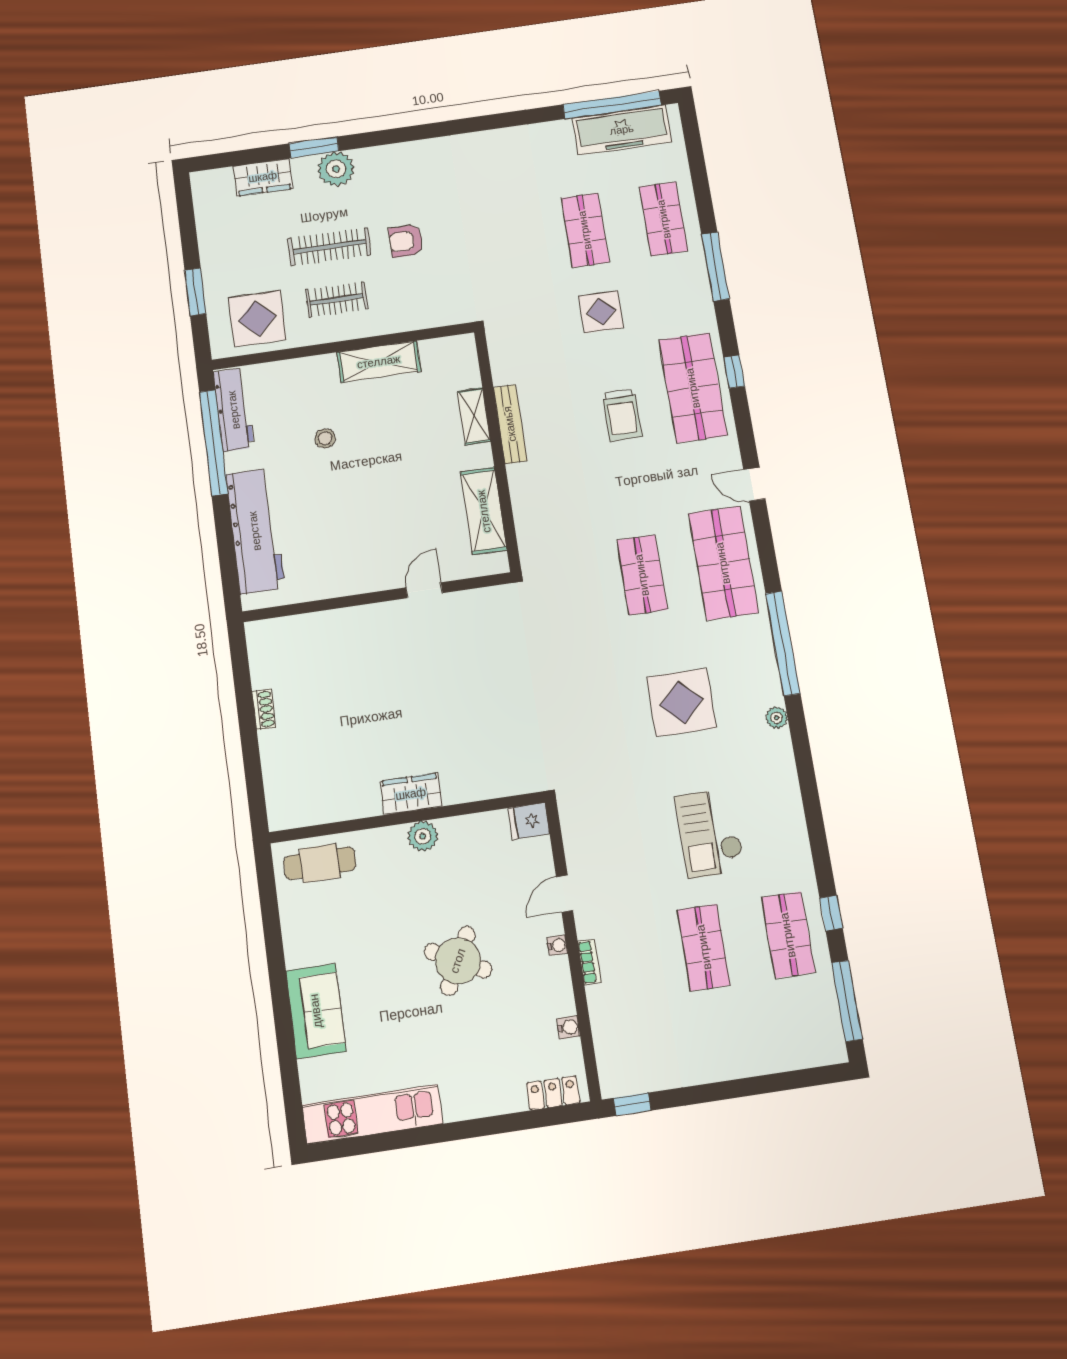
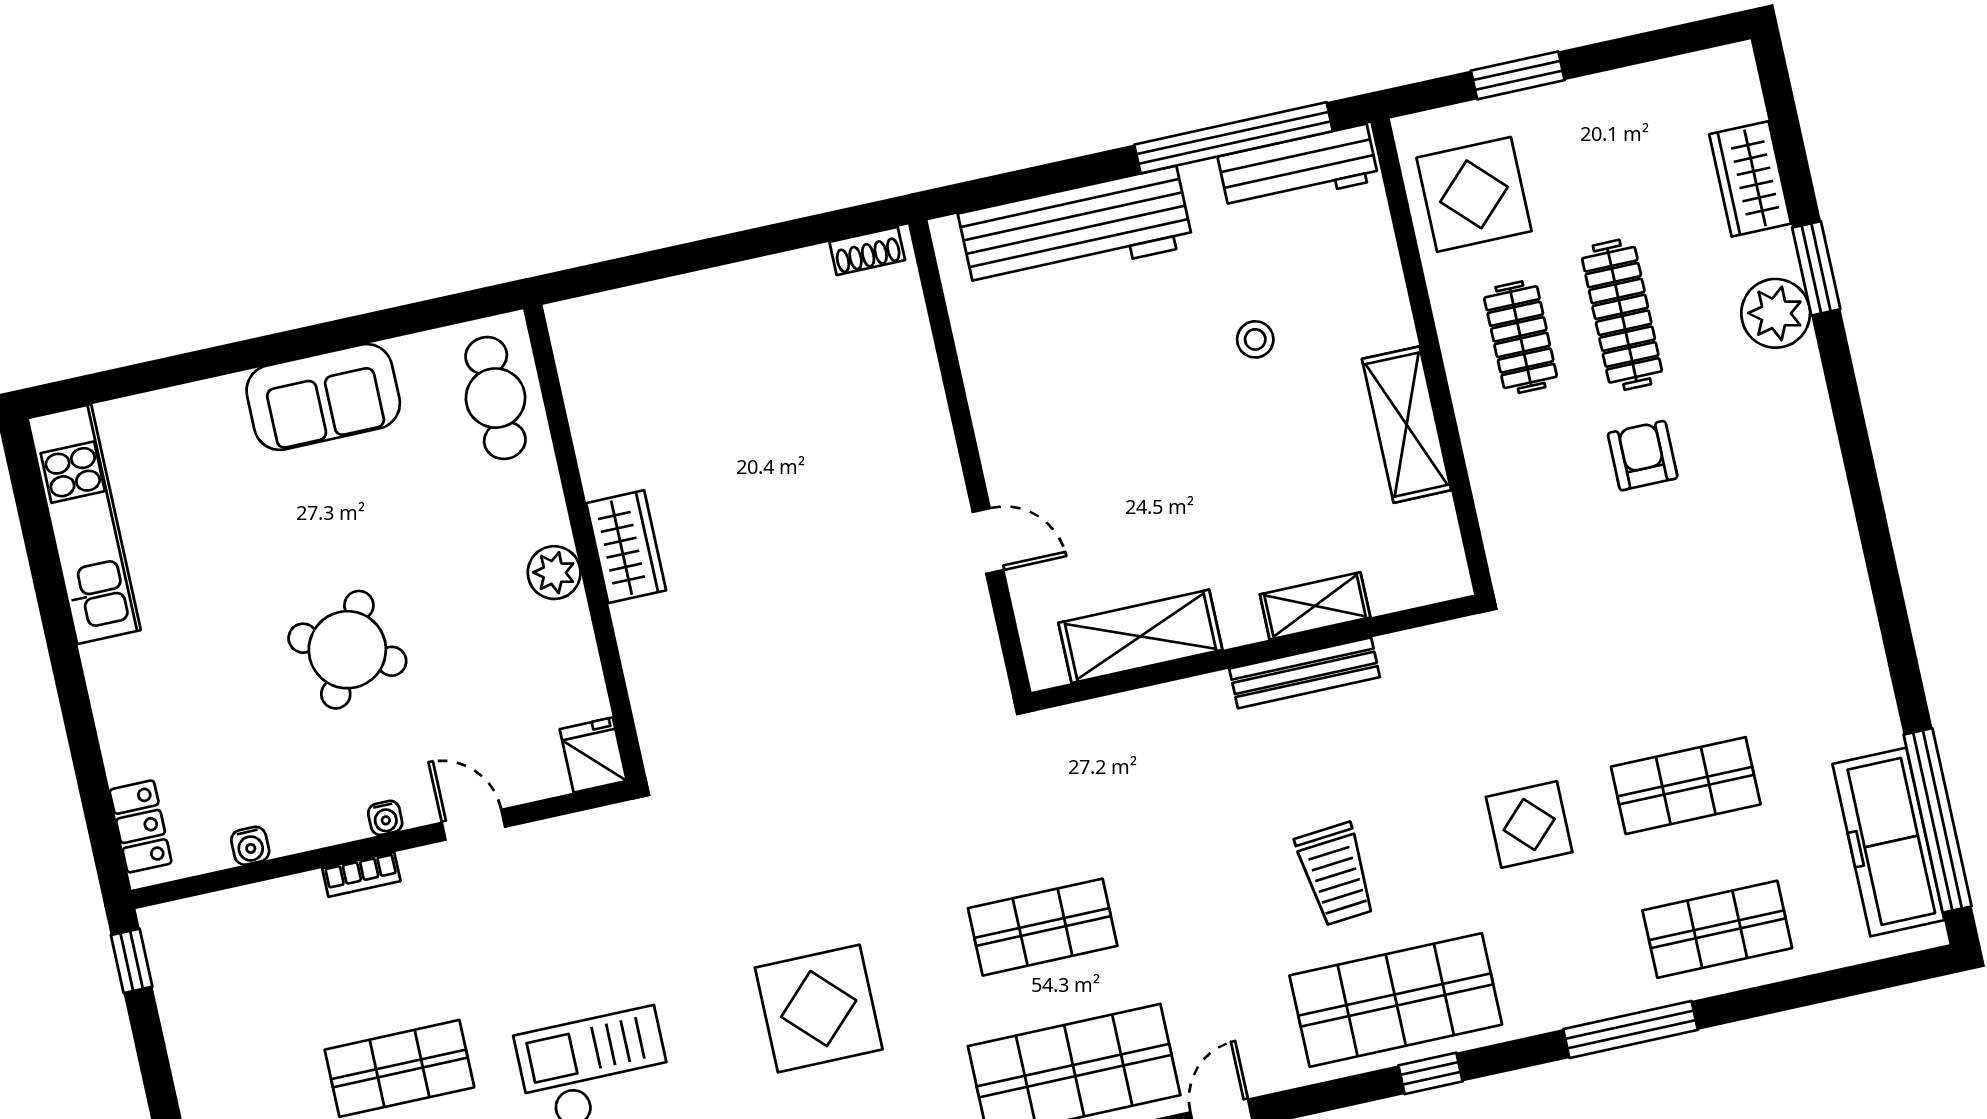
trolley: (622, 415) -> (1336, 874), turned -95
shoe rack: (264, 709) -> (867, 251), moved
sofa: (316, 1011) -> (323, 397), moved

